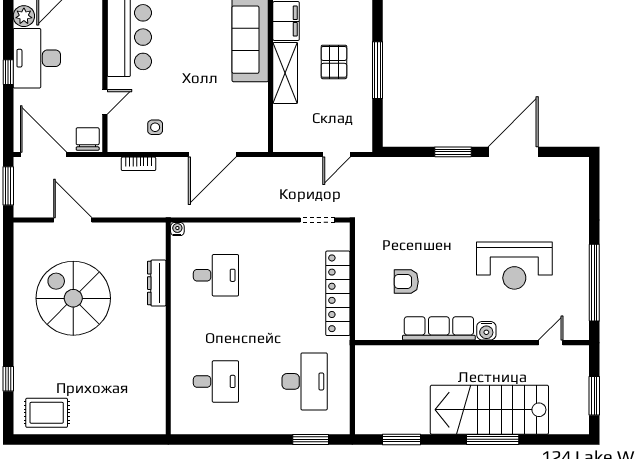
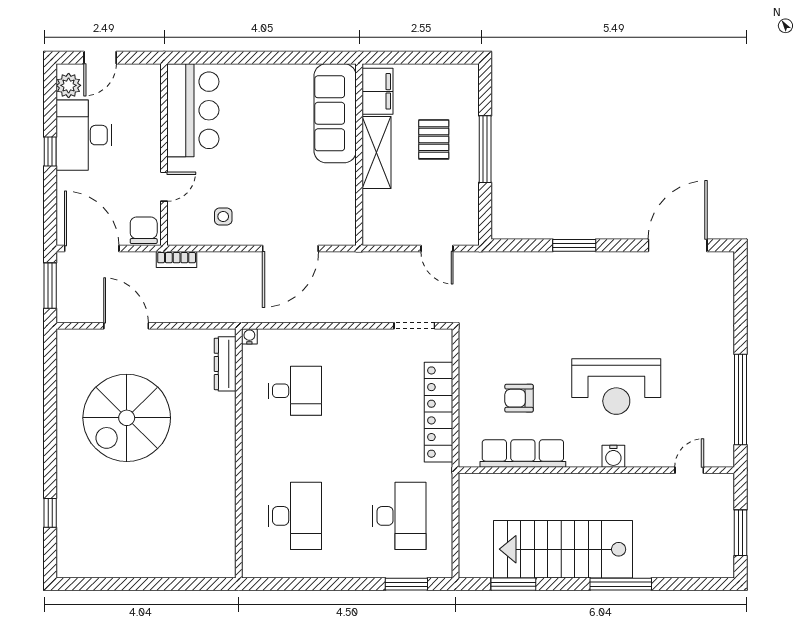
door: (513, 152) -> (678, 245), moved
door: (337, 155) -> (437, 249), hinge flipped
bookcase: (138, 164) -> (177, 260), moved
reception desk: (514, 266) -> (616, 387), moved
dresser: (157, 283) -> (225, 364), moved
spiral stairs: (73, 298) -> (127, 418), turned -90
row of seats: (439, 328) -> (523, 453), moved
desk: (216, 381) -> (295, 516), width x1.37
stairs: (489, 410) -> (563, 549), moved
rug: (47, 413) -> (95, 553), removed

